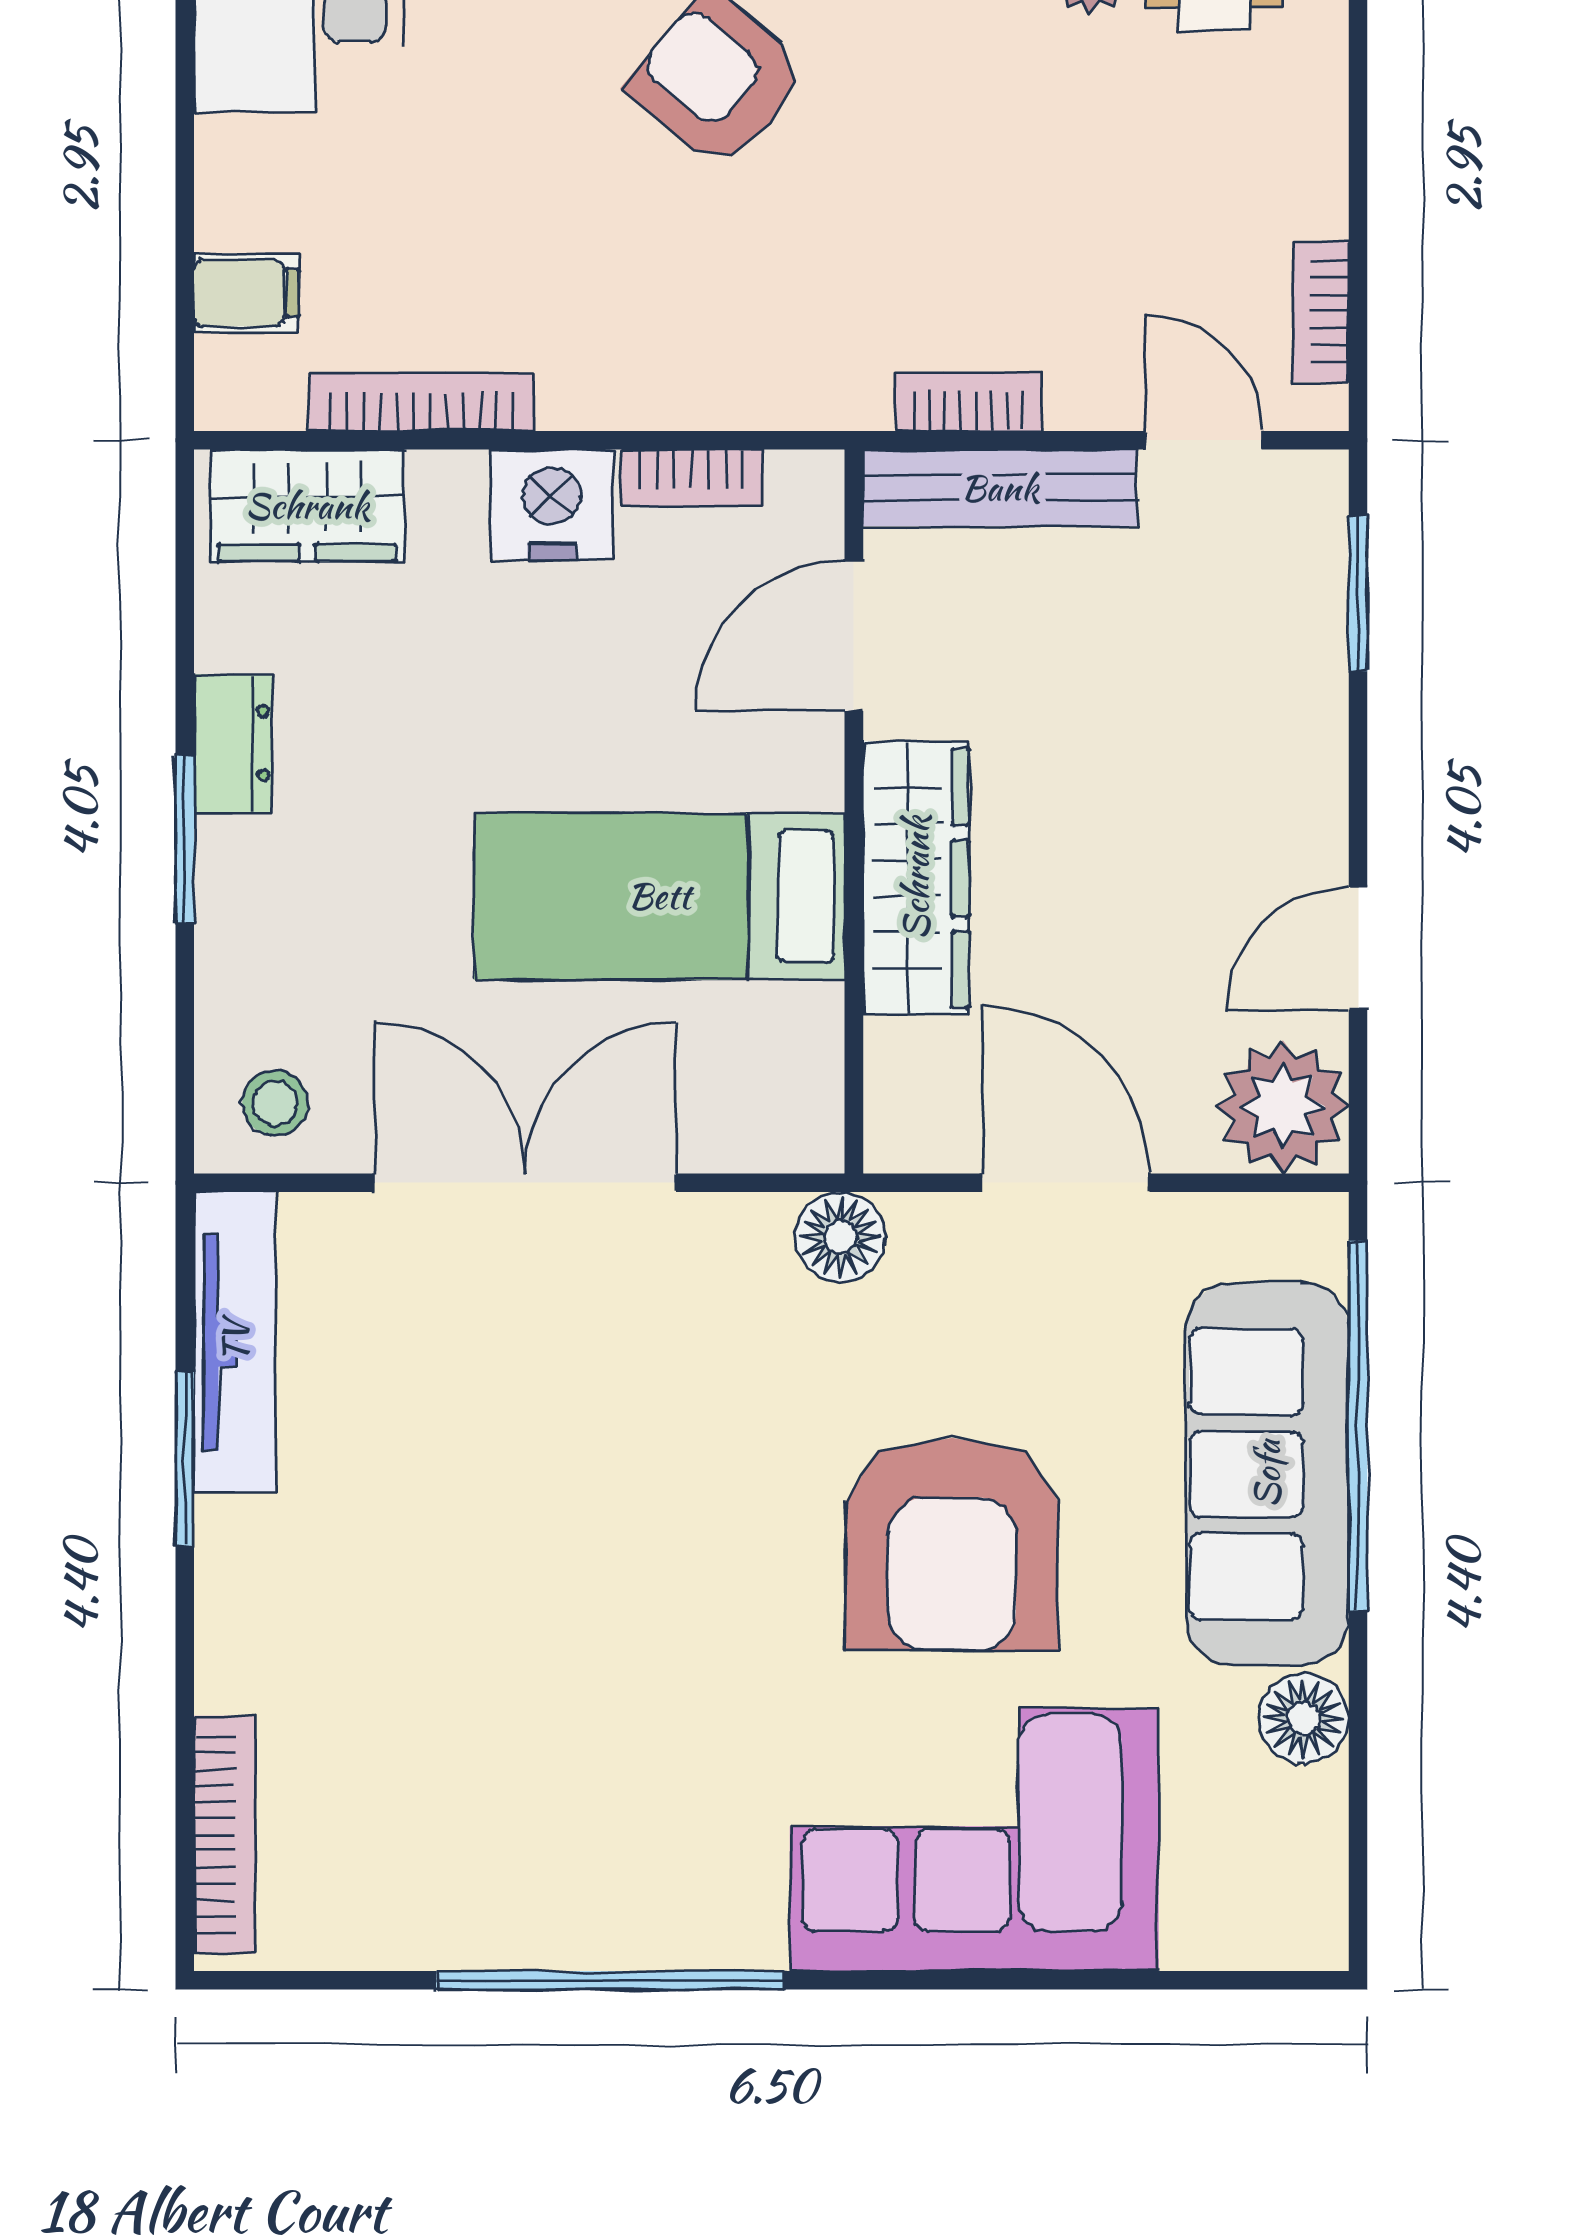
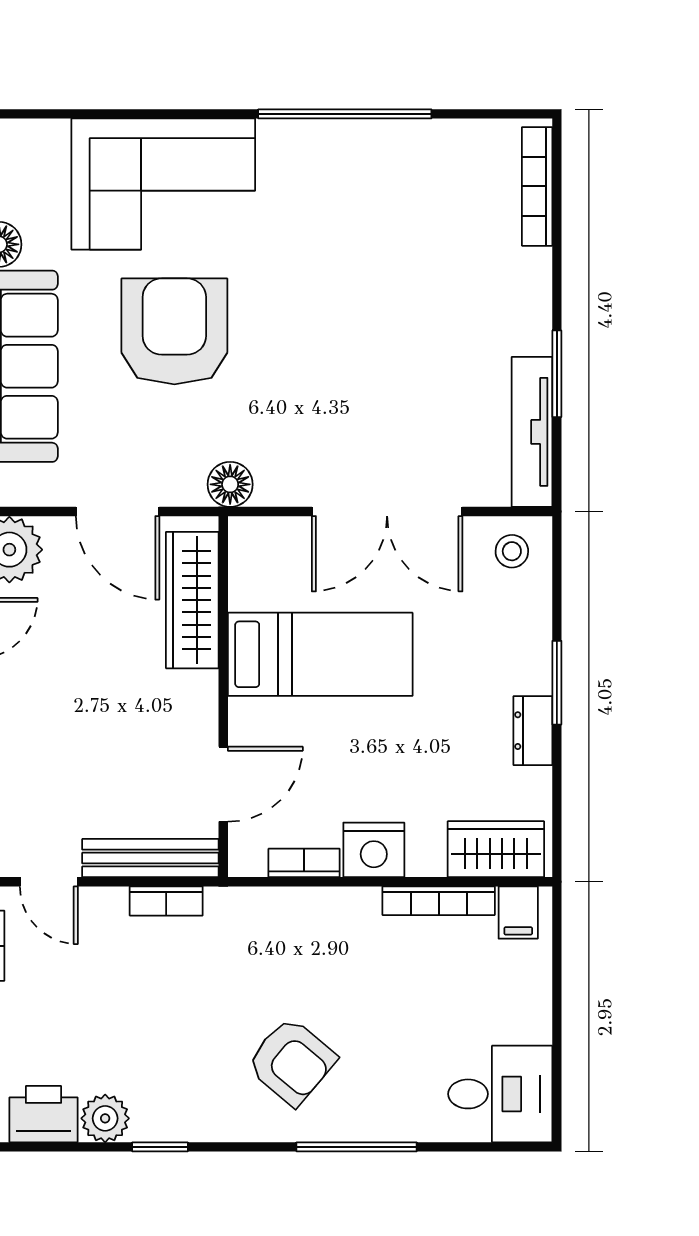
filing cabinet: (247, 293) -> (518, 913), moved, turned -90
wardrobe: (916, 878) -> (192, 600), moved

